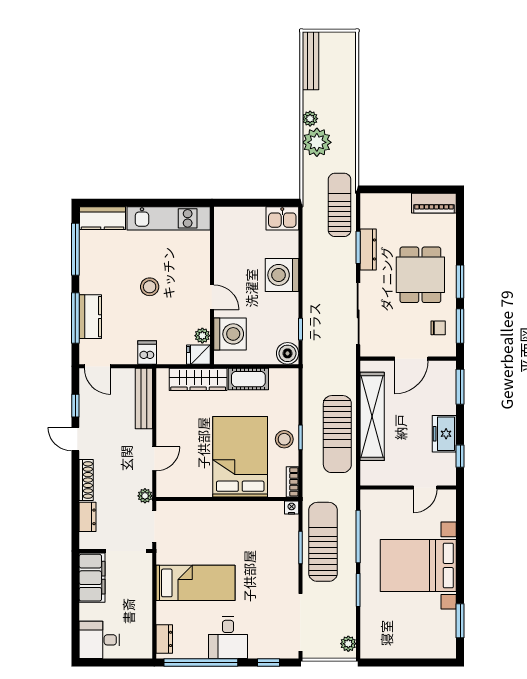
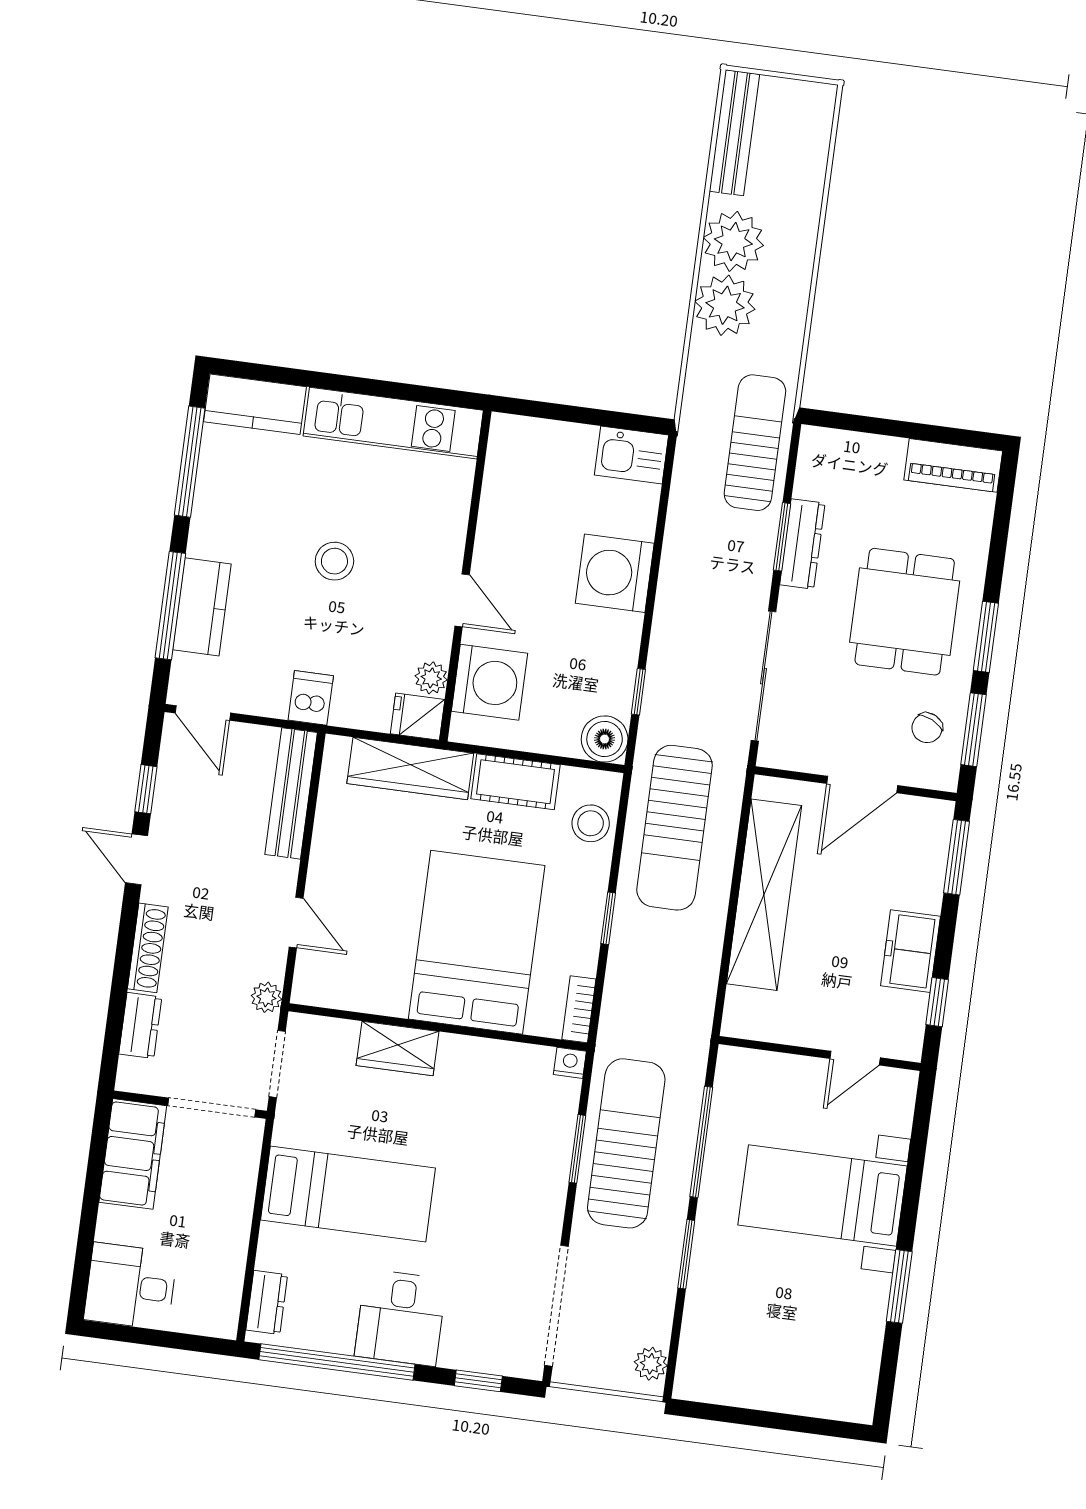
plant: (310, 119) -> (733, 241), width x1.88, depth x1.88
chair: (438, 328) -> (927, 728), turned 116
sun lounger: (337, 434) -> (675, 828), moved
stool: (284, 439) -> (591, 823), moved
door: (154, 459) -> (296, 923), hinge flipped
wardrobe: (210, 512) -> (397, 1048), added
bed with nightstands: (418, 566) -> (822, 1195), width x0.73
window: (460, 621) -> (899, 1286), moved

